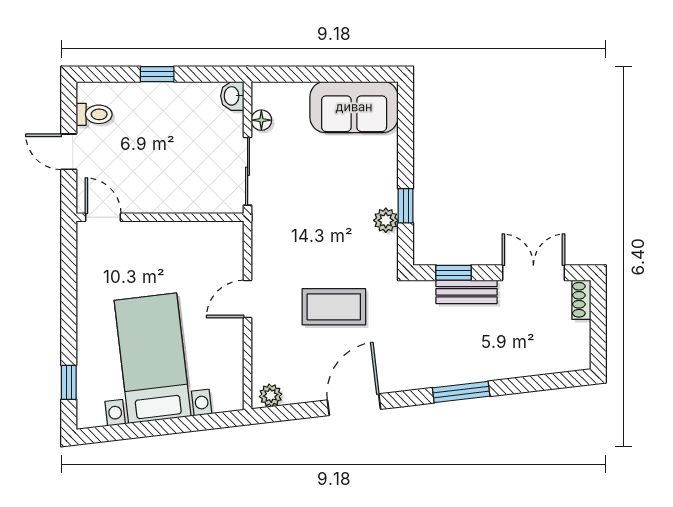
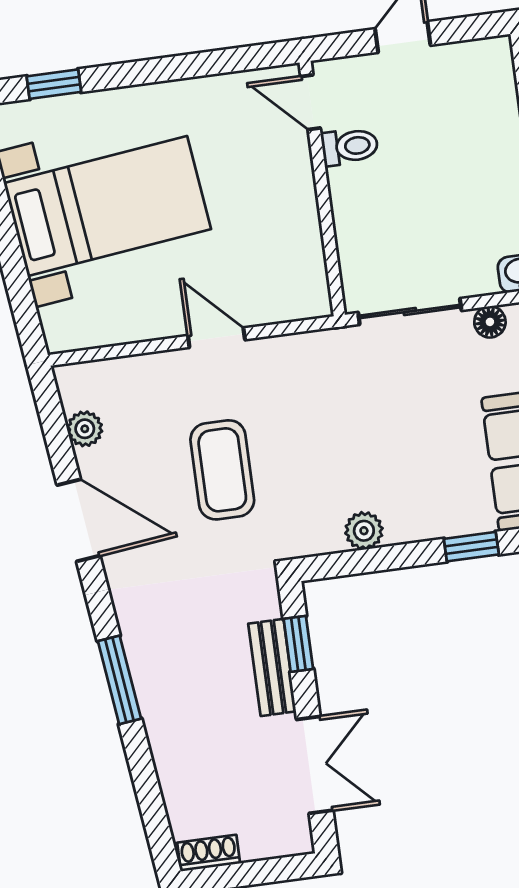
toilet: (94, 114) -> (350, 146), moved, turned -90
window: (406, 206) -> (471, 547), moved
door: (103, 217) -> (311, 102), swing flipped
shoe rack: (581, 300) -> (209, 853), moved
plant: (271, 395) -> (85, 429), moved

